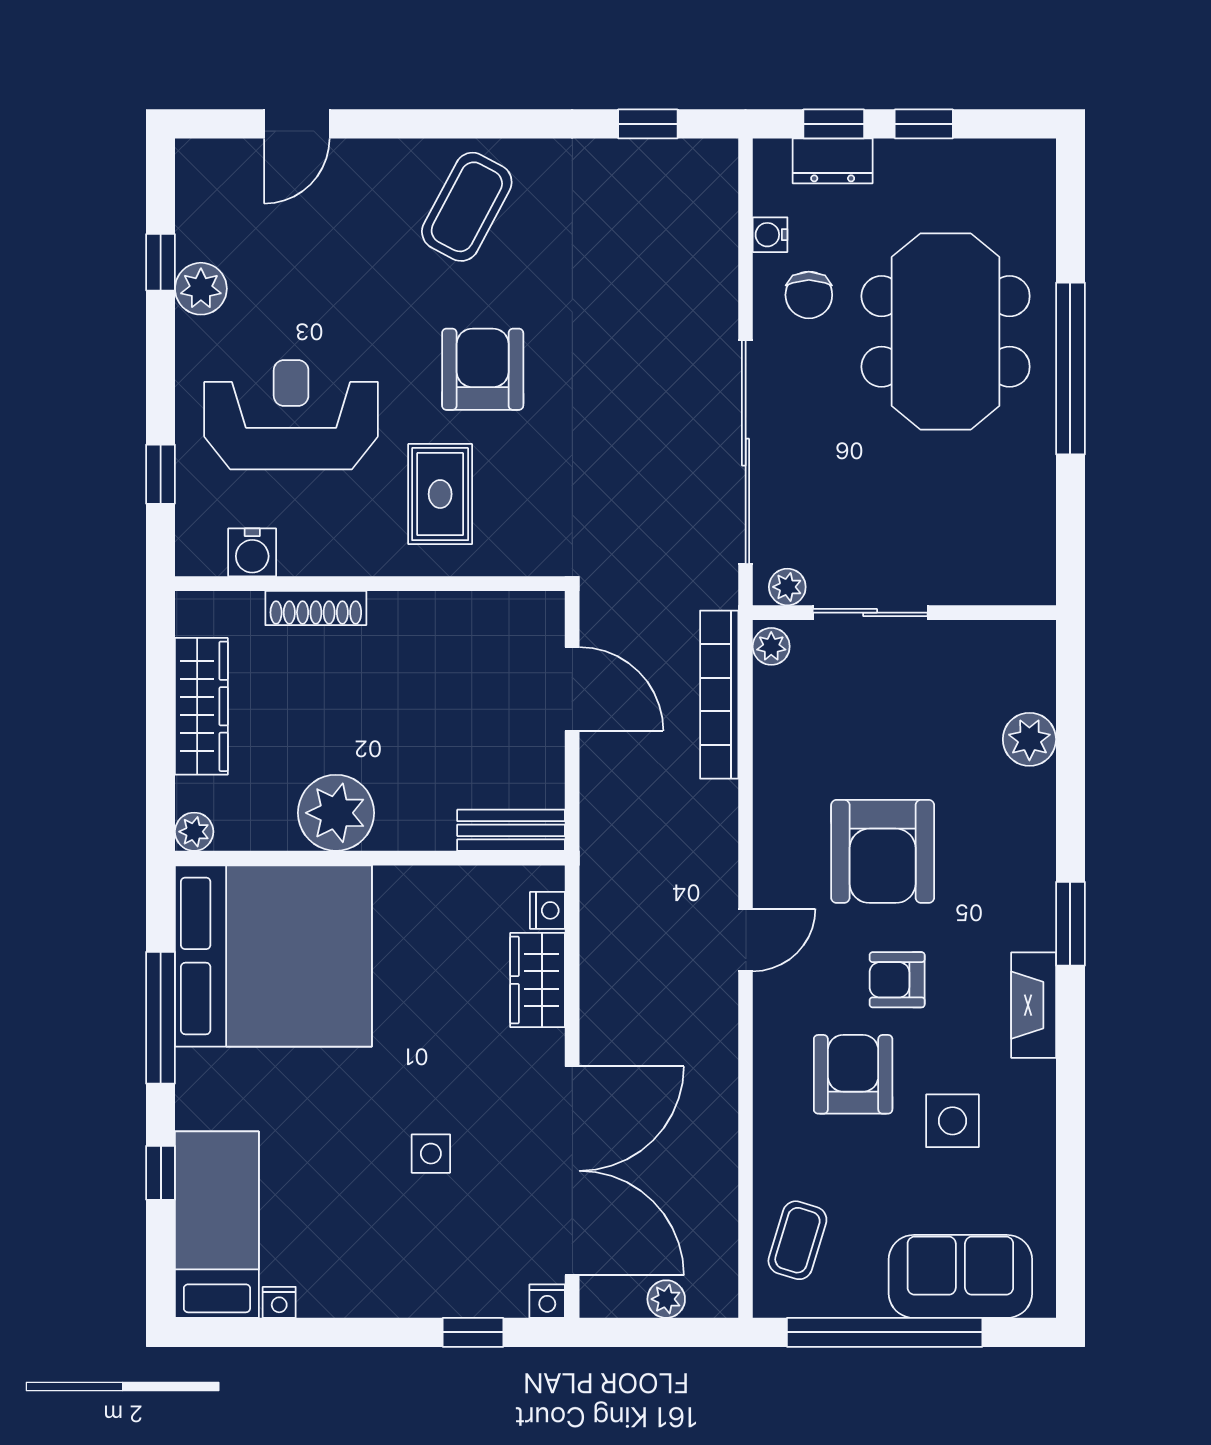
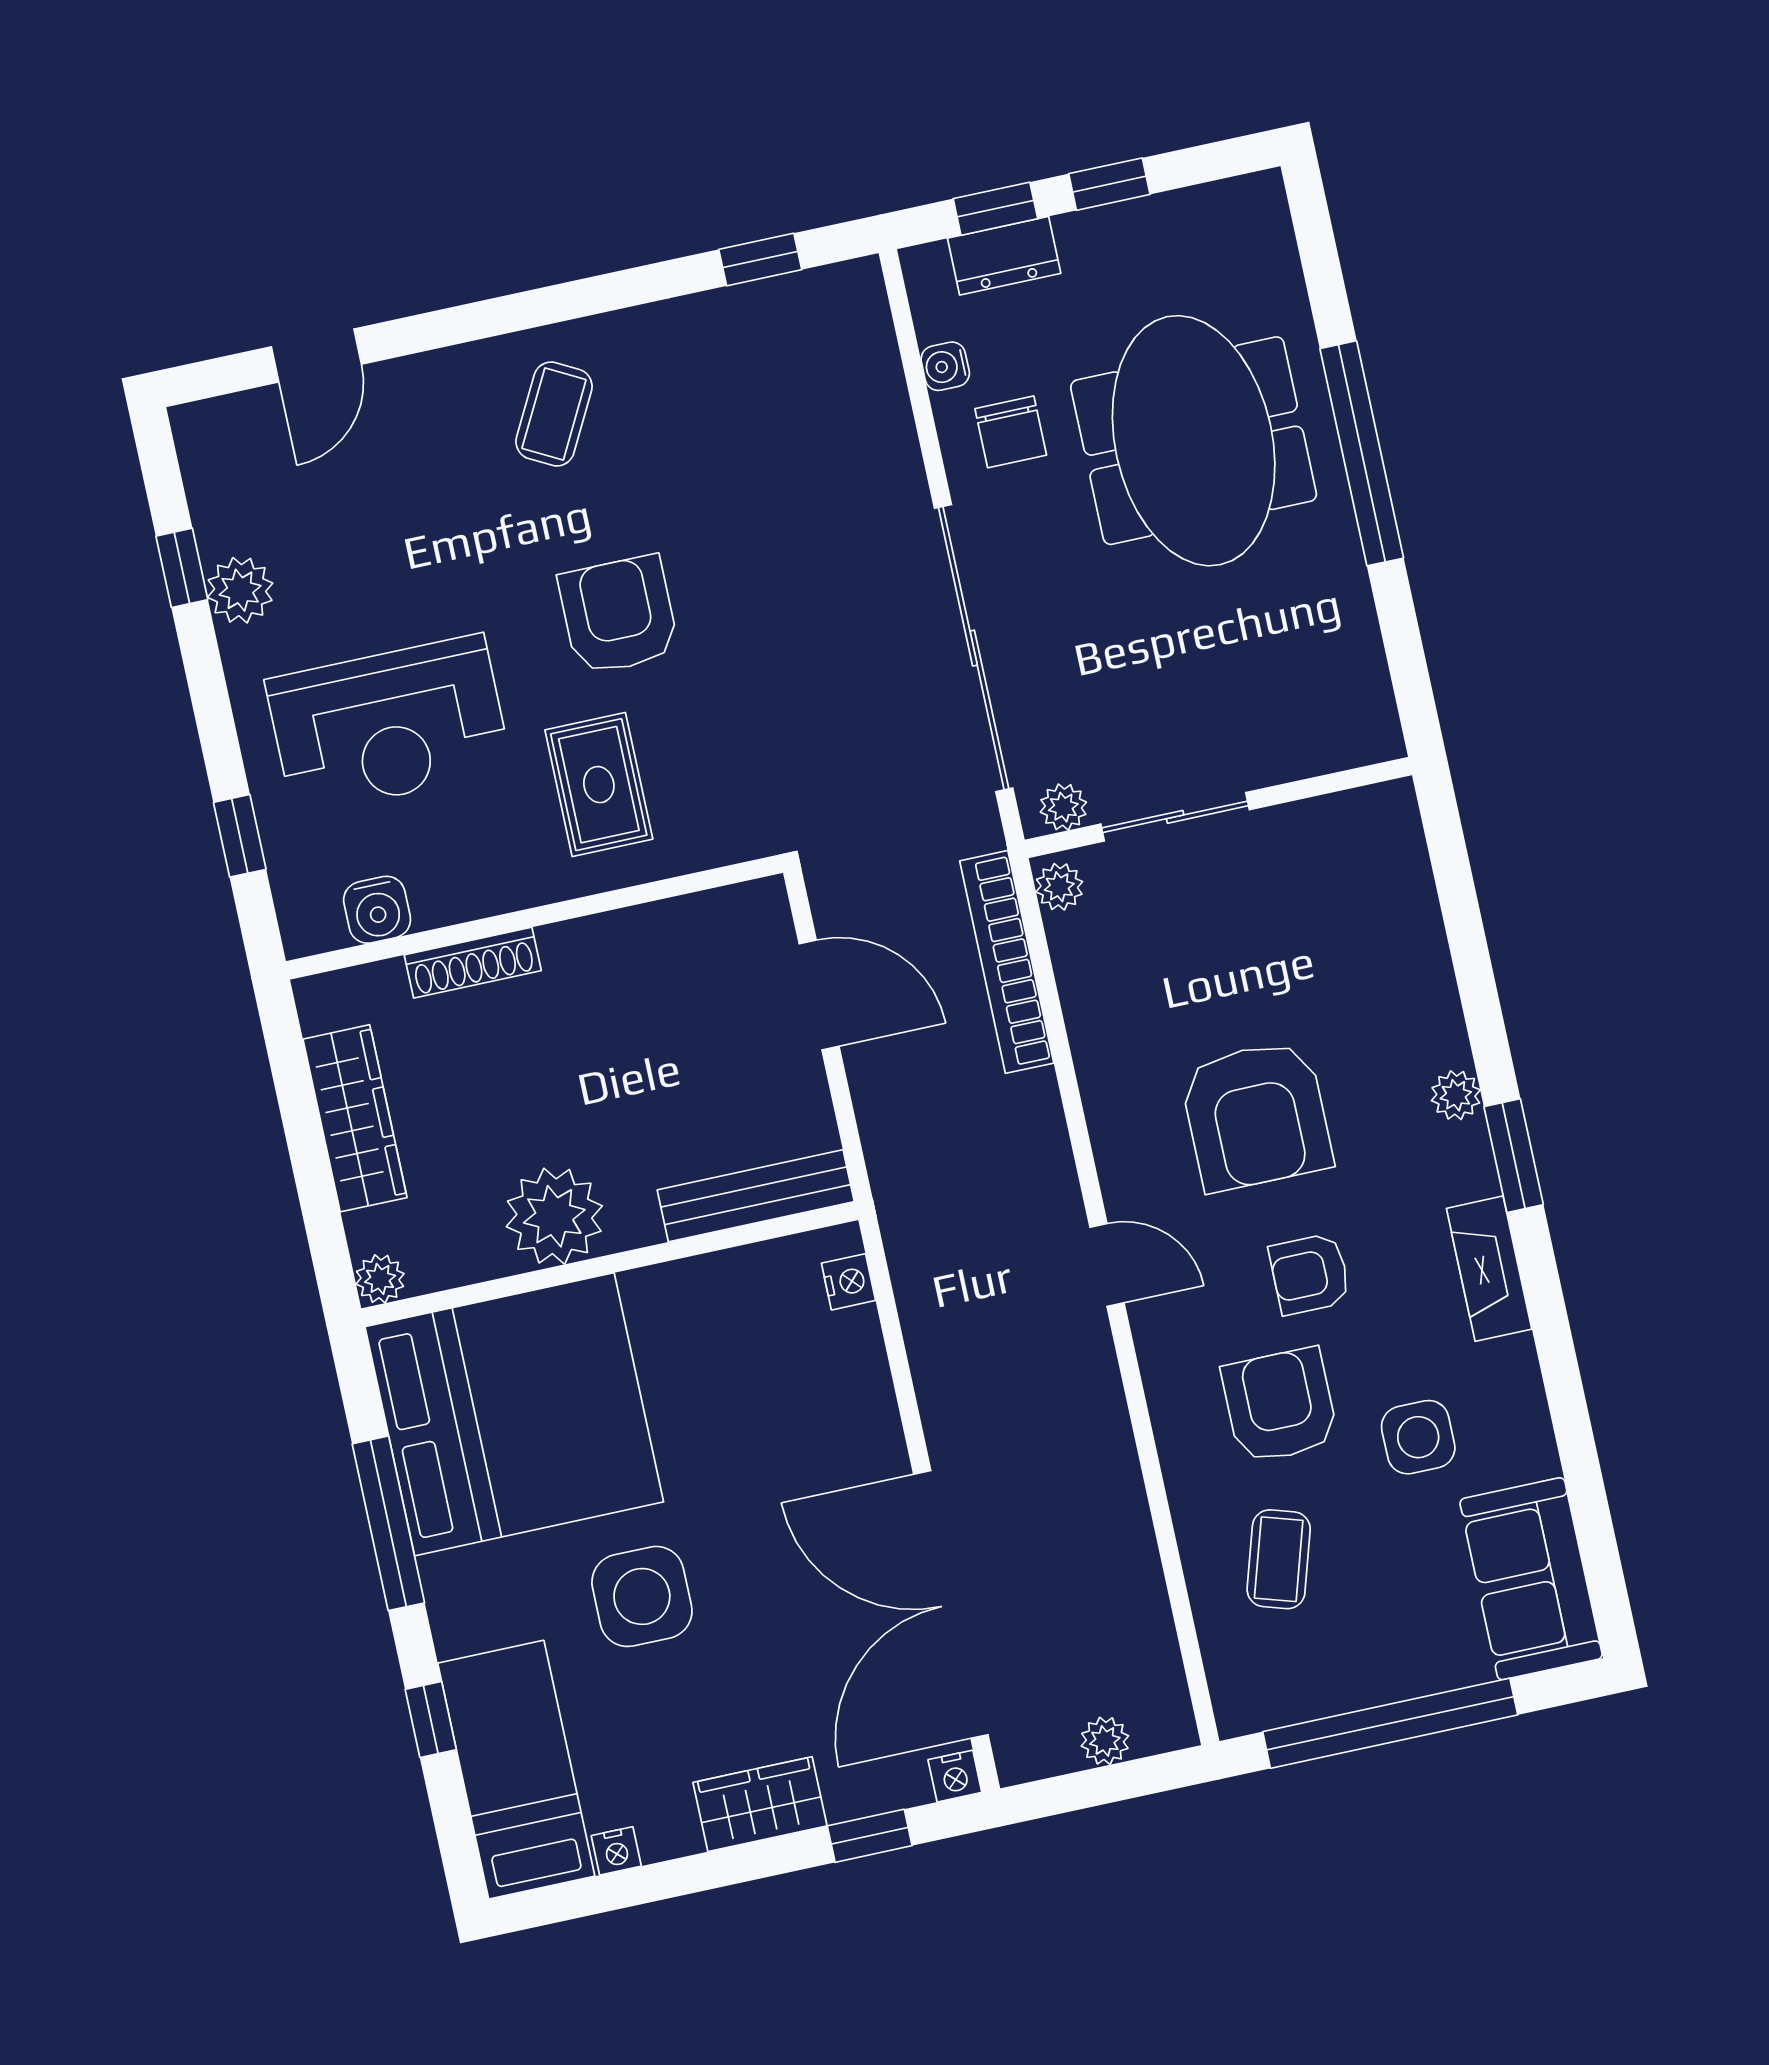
coffee table: (467, 207) -> (554, 414), width x0.73, depth x0.77
reception desk: (291, 415) -> (389, 725), turned 180
plant: (1029, 739) -> (1456, 1095), moved, width x0.73, depth x0.73
bench: (511, 830) -> (756, 1196), width x1.36
door: (746, 940) -> (1107, 1265), hinge flipped
wardrobe: (538, 980) -> (760, 1804), moved, turned 90
side table: (431, 1154) -> (642, 1596), moved, width x1.87, depth x1.87
double door: (572, 1171) -> (951, 1604), swing flipped
coffee table: (797, 1240) -> (1279, 1559), moved
sofa: (960, 1276) -> (1531, 1579), moved, turned -90

